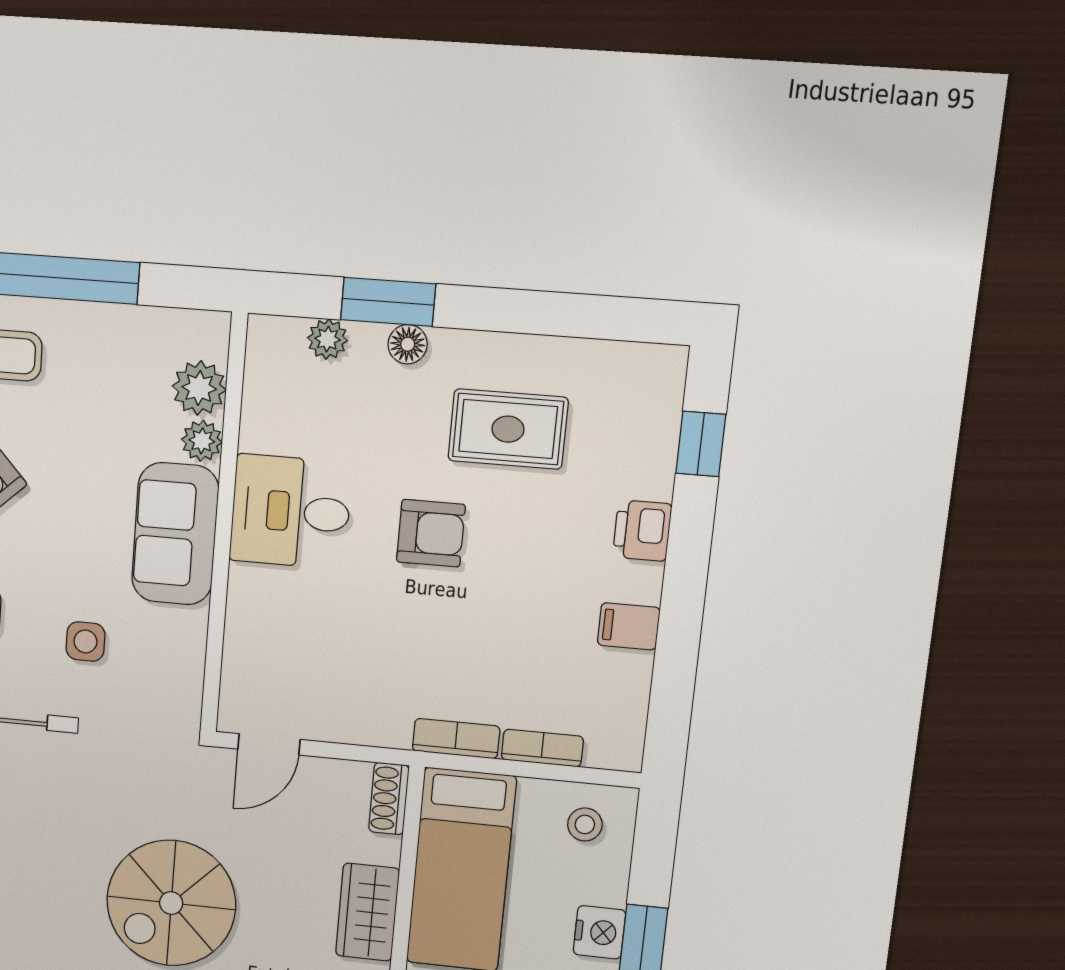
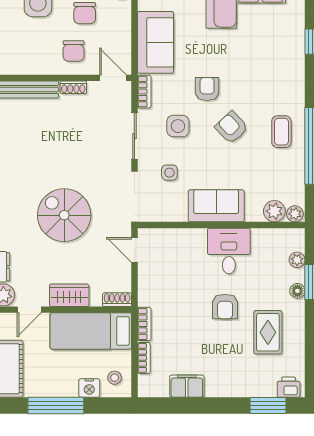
plant: (202, 441) -> (295, 214), moved
window: (701, 444) -> (268, 405), width x1.50
printer: (642, 531) -> (289, 387), moved
filing cabinet: (629, 626) -> (187, 386), width x2.00
nightstand: (599, 932) -> (89, 388), moved

